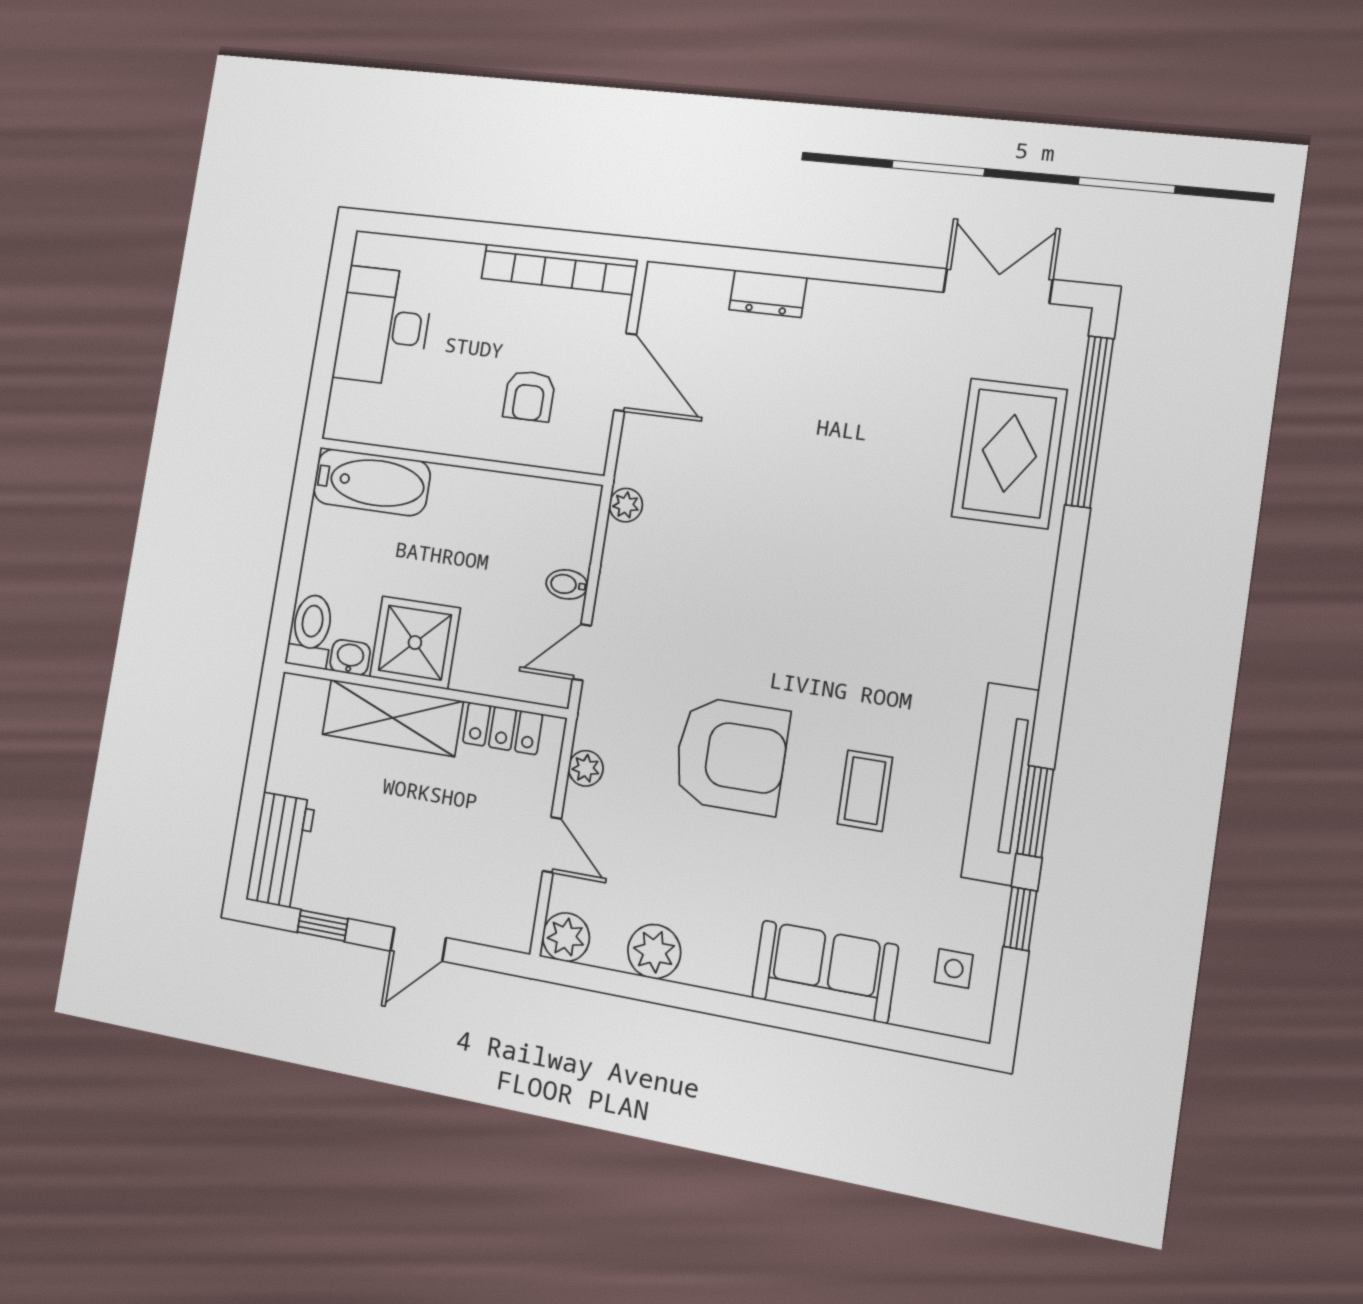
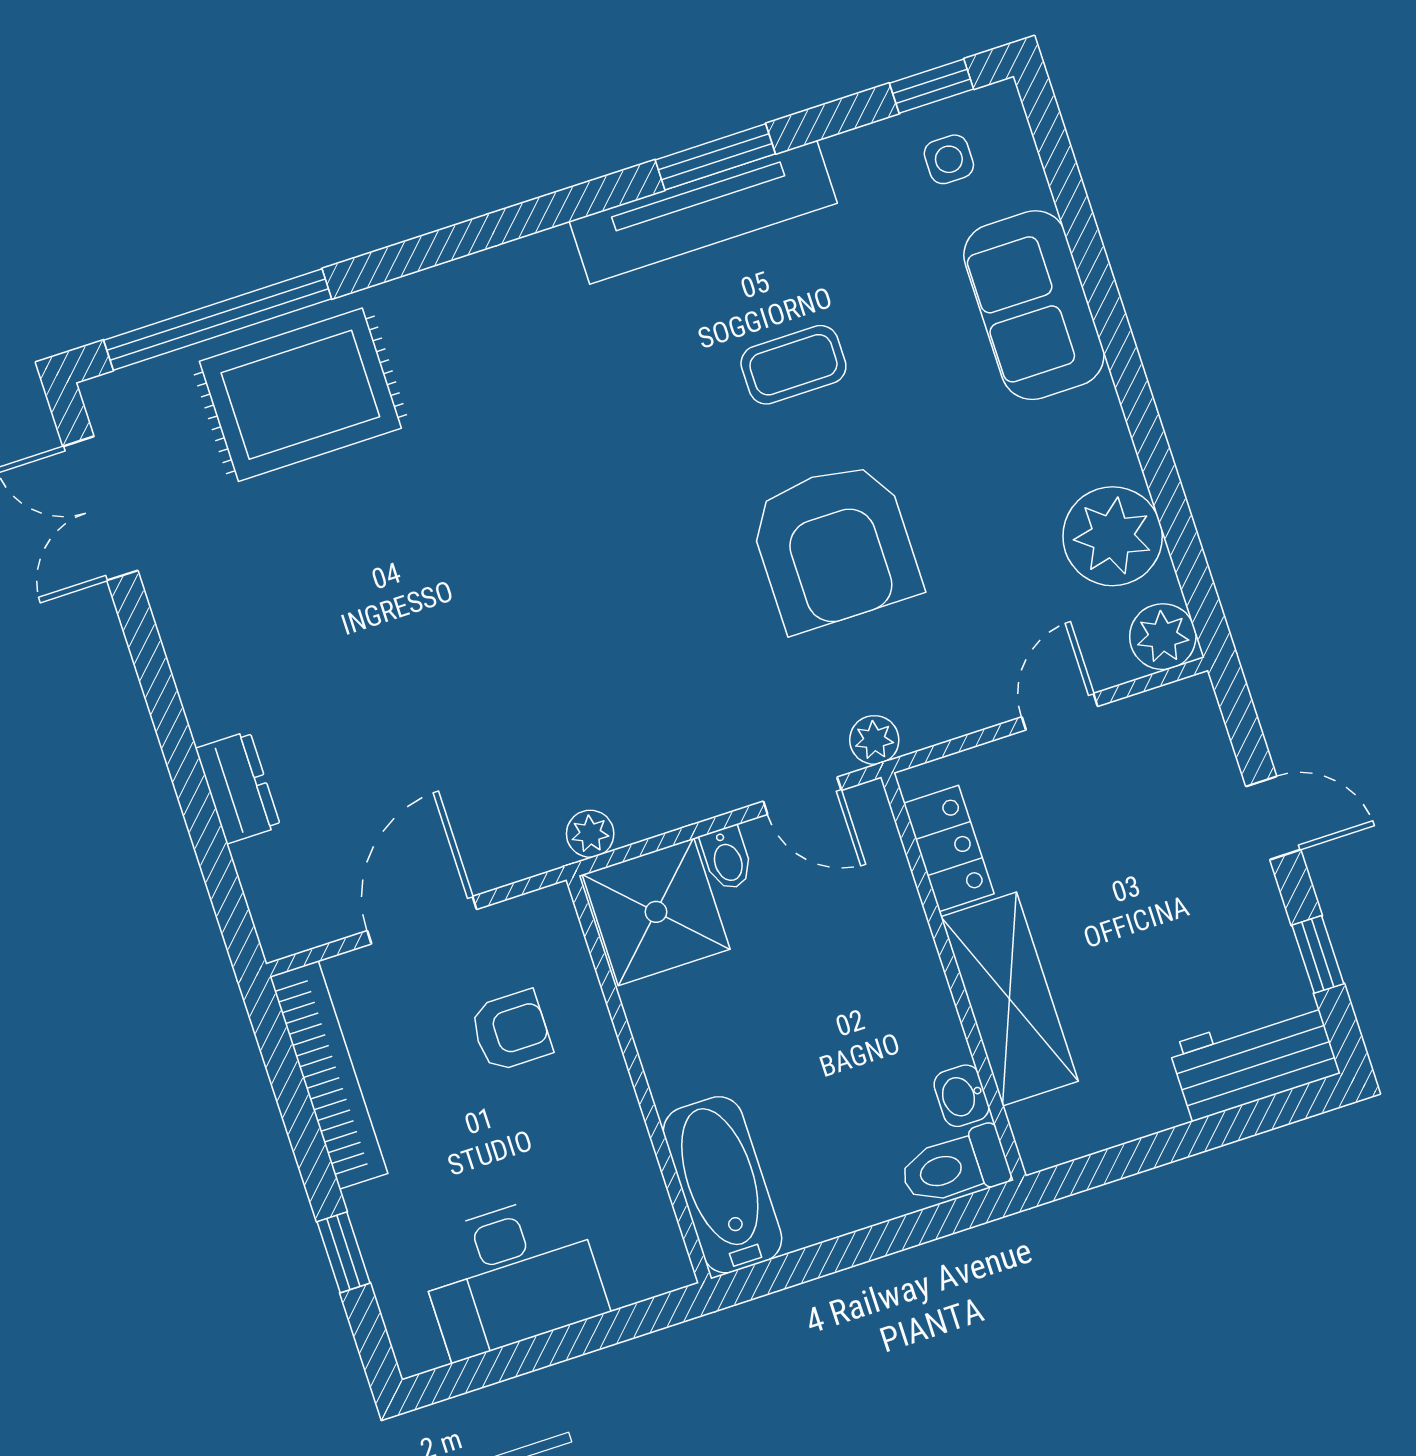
window: (448, 229) -> (344, 1252), added
shower: (415, 643) -> (656, 912), moved
armchair: (731, 755) -> (835, 546), turned 180
plant: (586, 768) -> (874, 740), moved
window: (1020, 919) -> (932, 86), moved
plant: (654, 951) -> (1113, 536), width x1.36, depth x1.36

